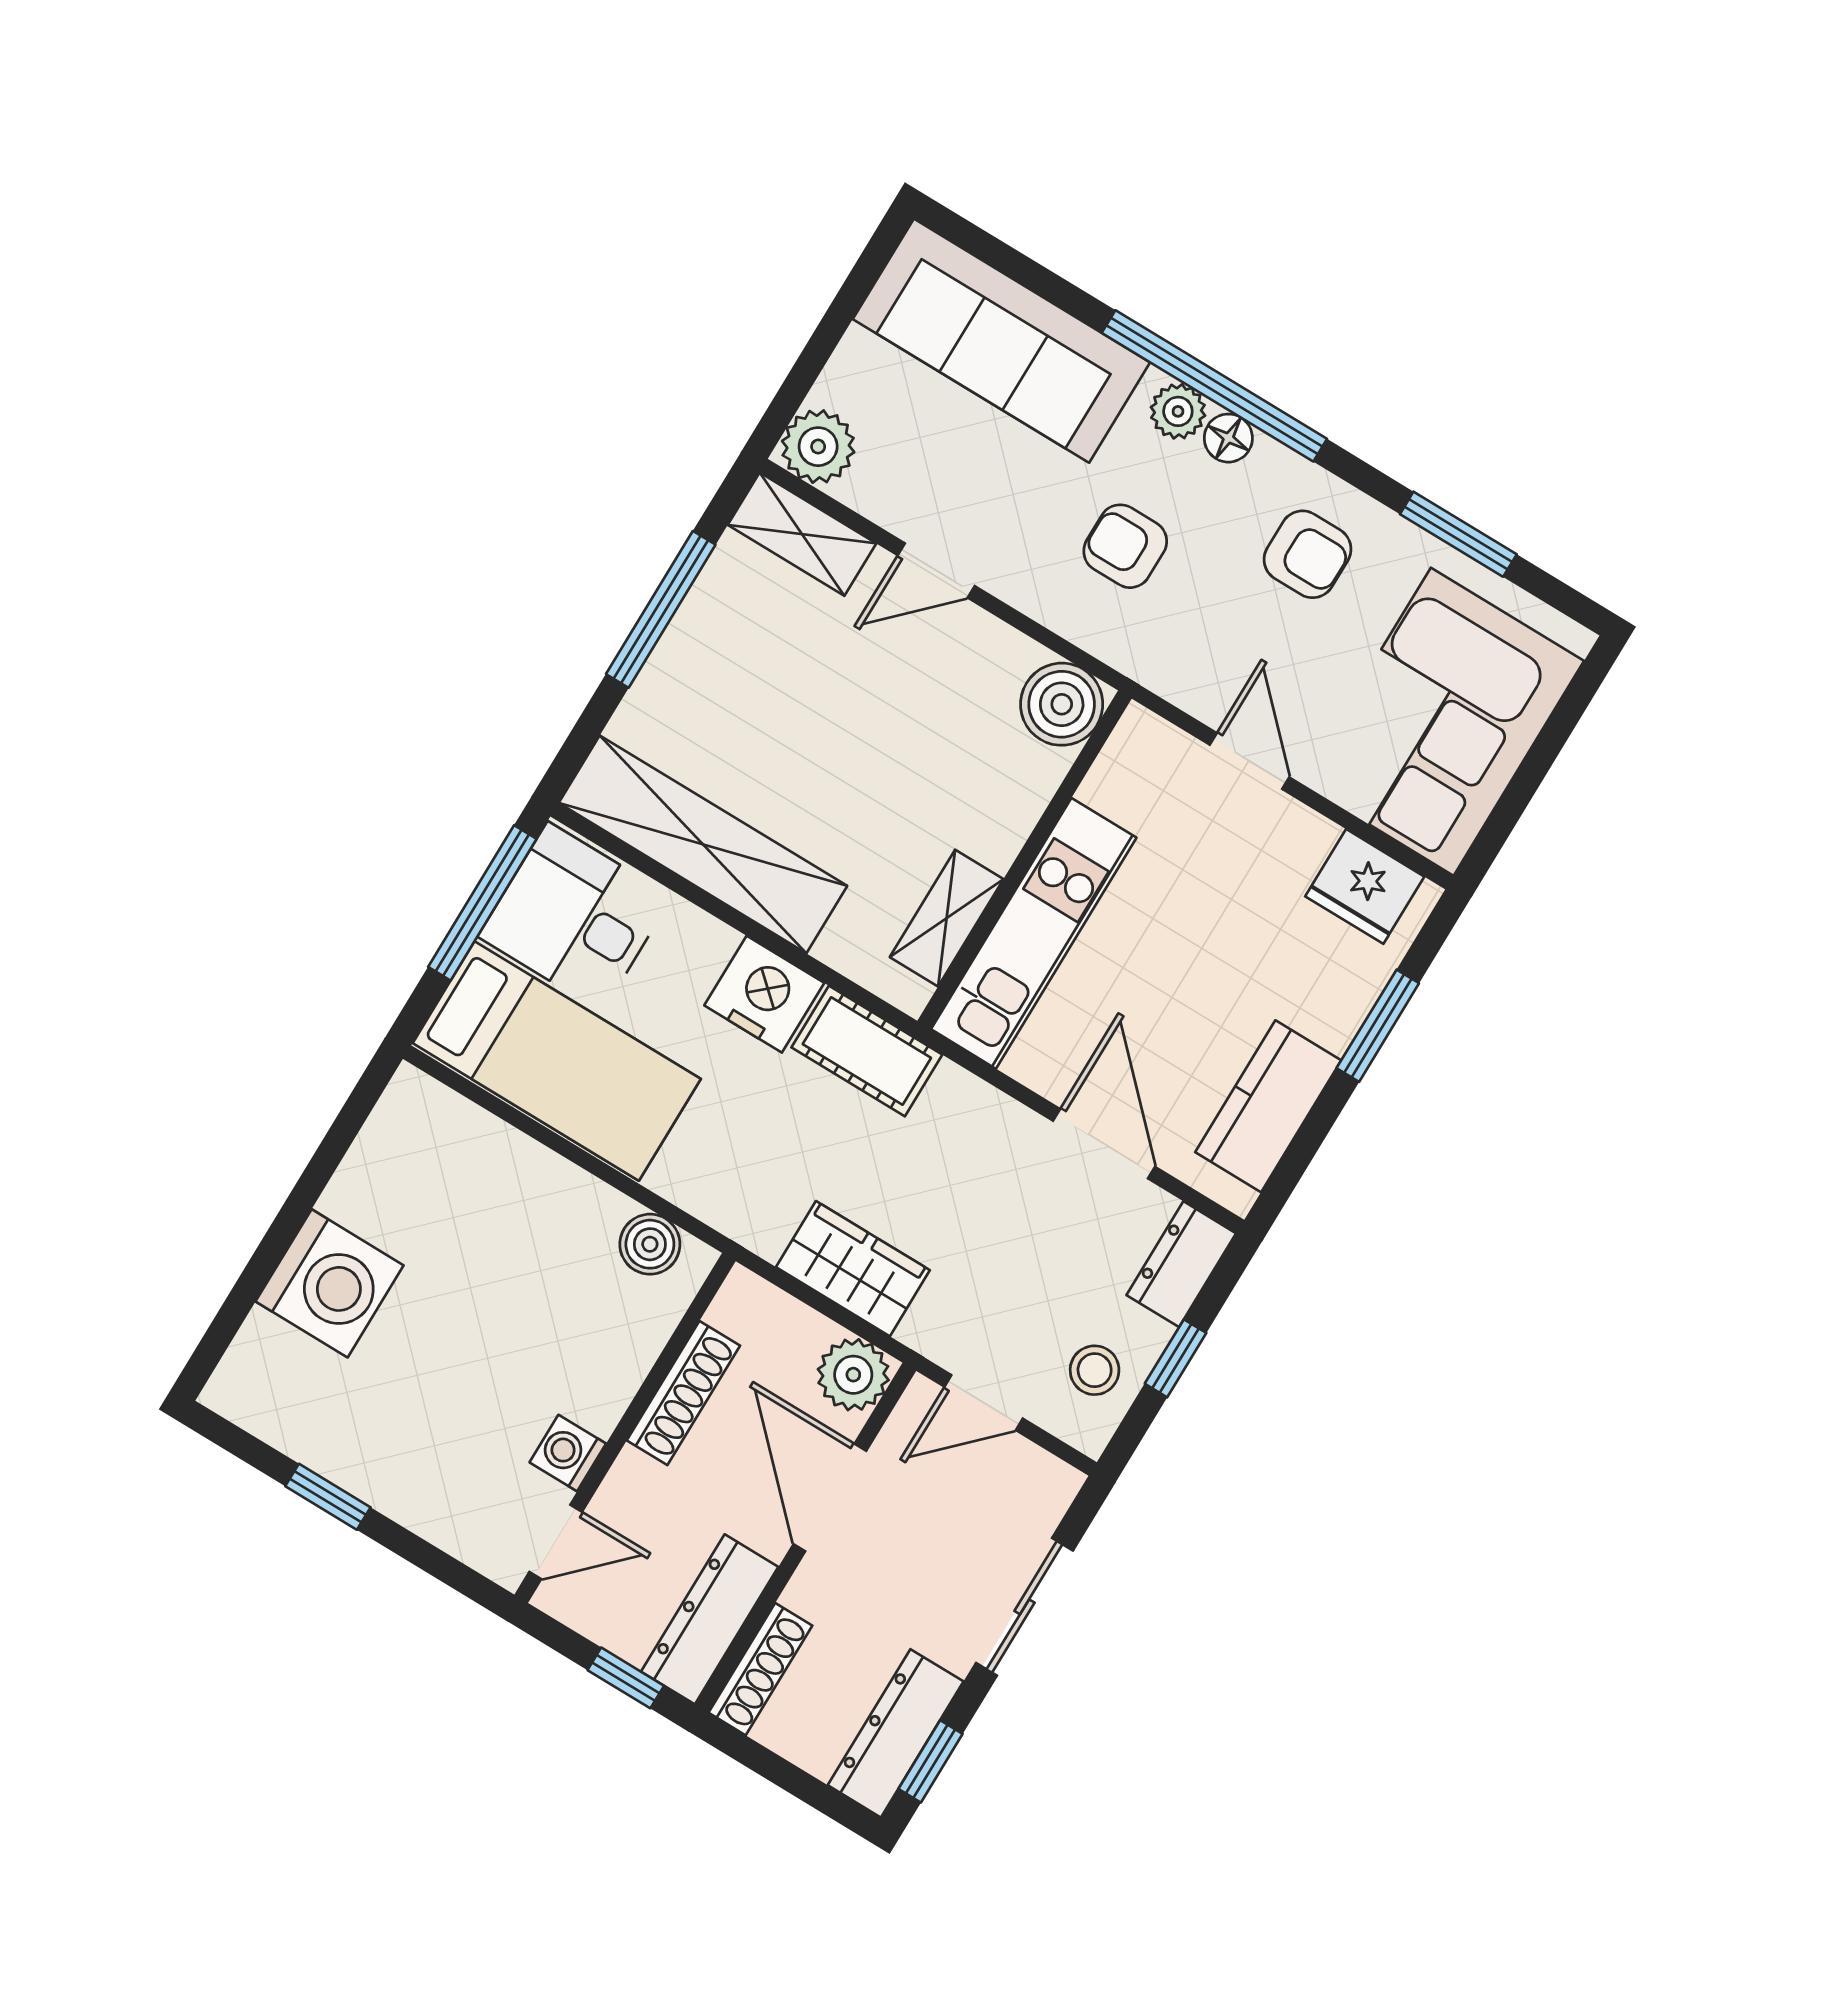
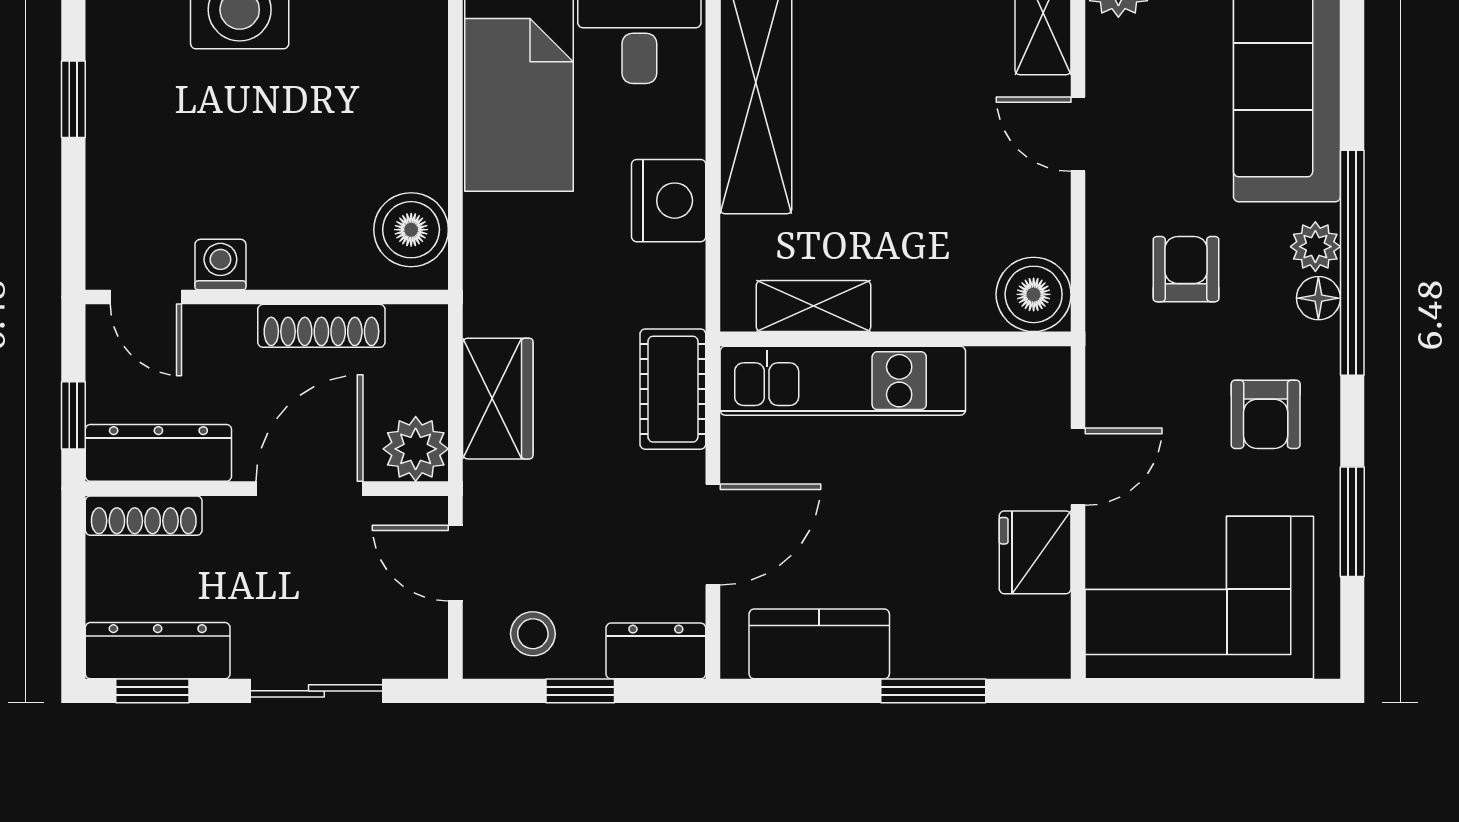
fridge: (1365, 886) -> (1035, 552), moved
cot: (867, 1051) -> (673, 389), moved
boiler: (650, 1244) -> (411, 230), width x1.36, depth x1.36

